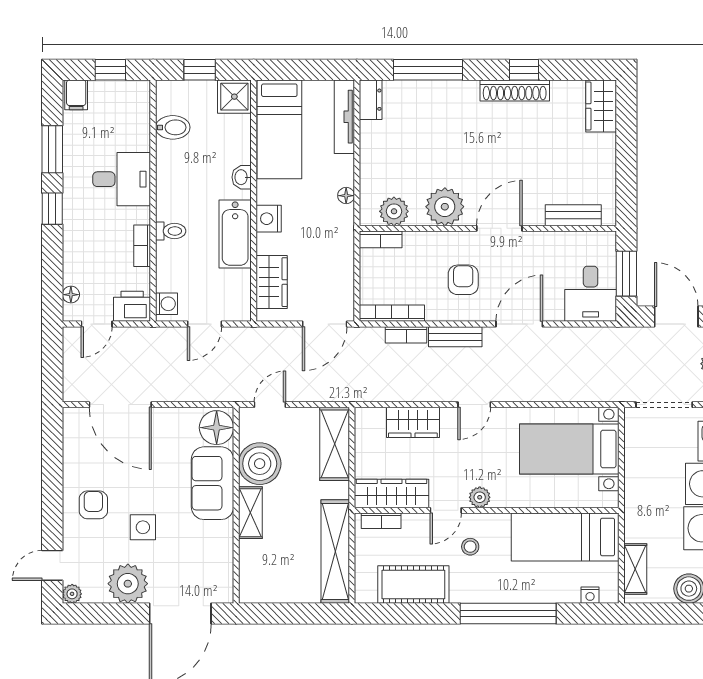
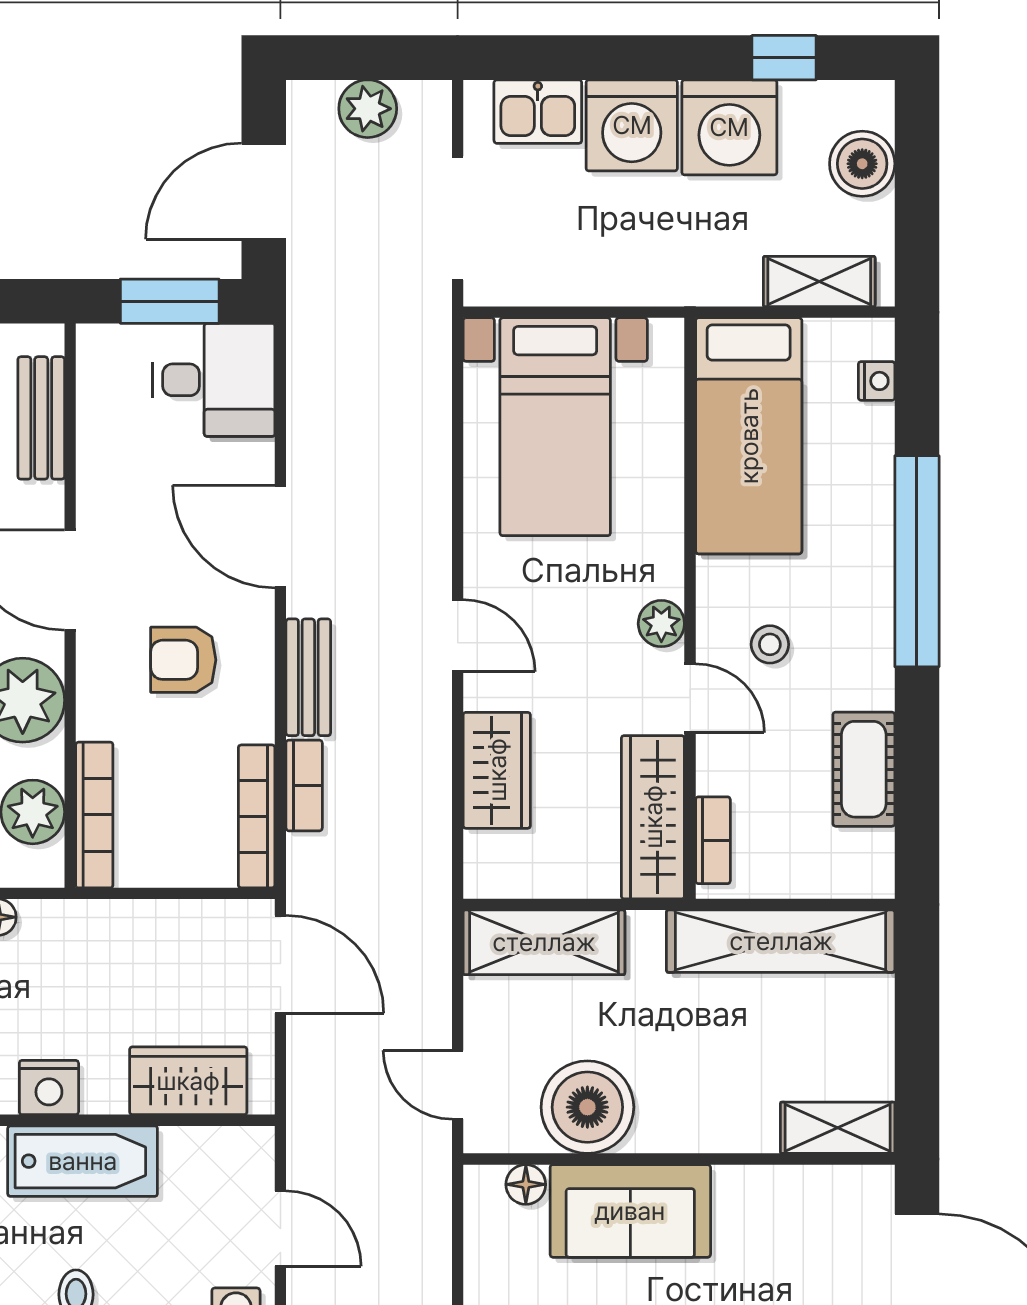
bookcase: (381, 239) -> (94, 815), width x1.56
floor lamp: (217, 428) -> (526, 1184), width x0.53, depth x0.53
shelving: (250, 513) -> (838, 1128), moved
cot: (413, 585) -> (864, 769), width x0.73, depth x0.75

